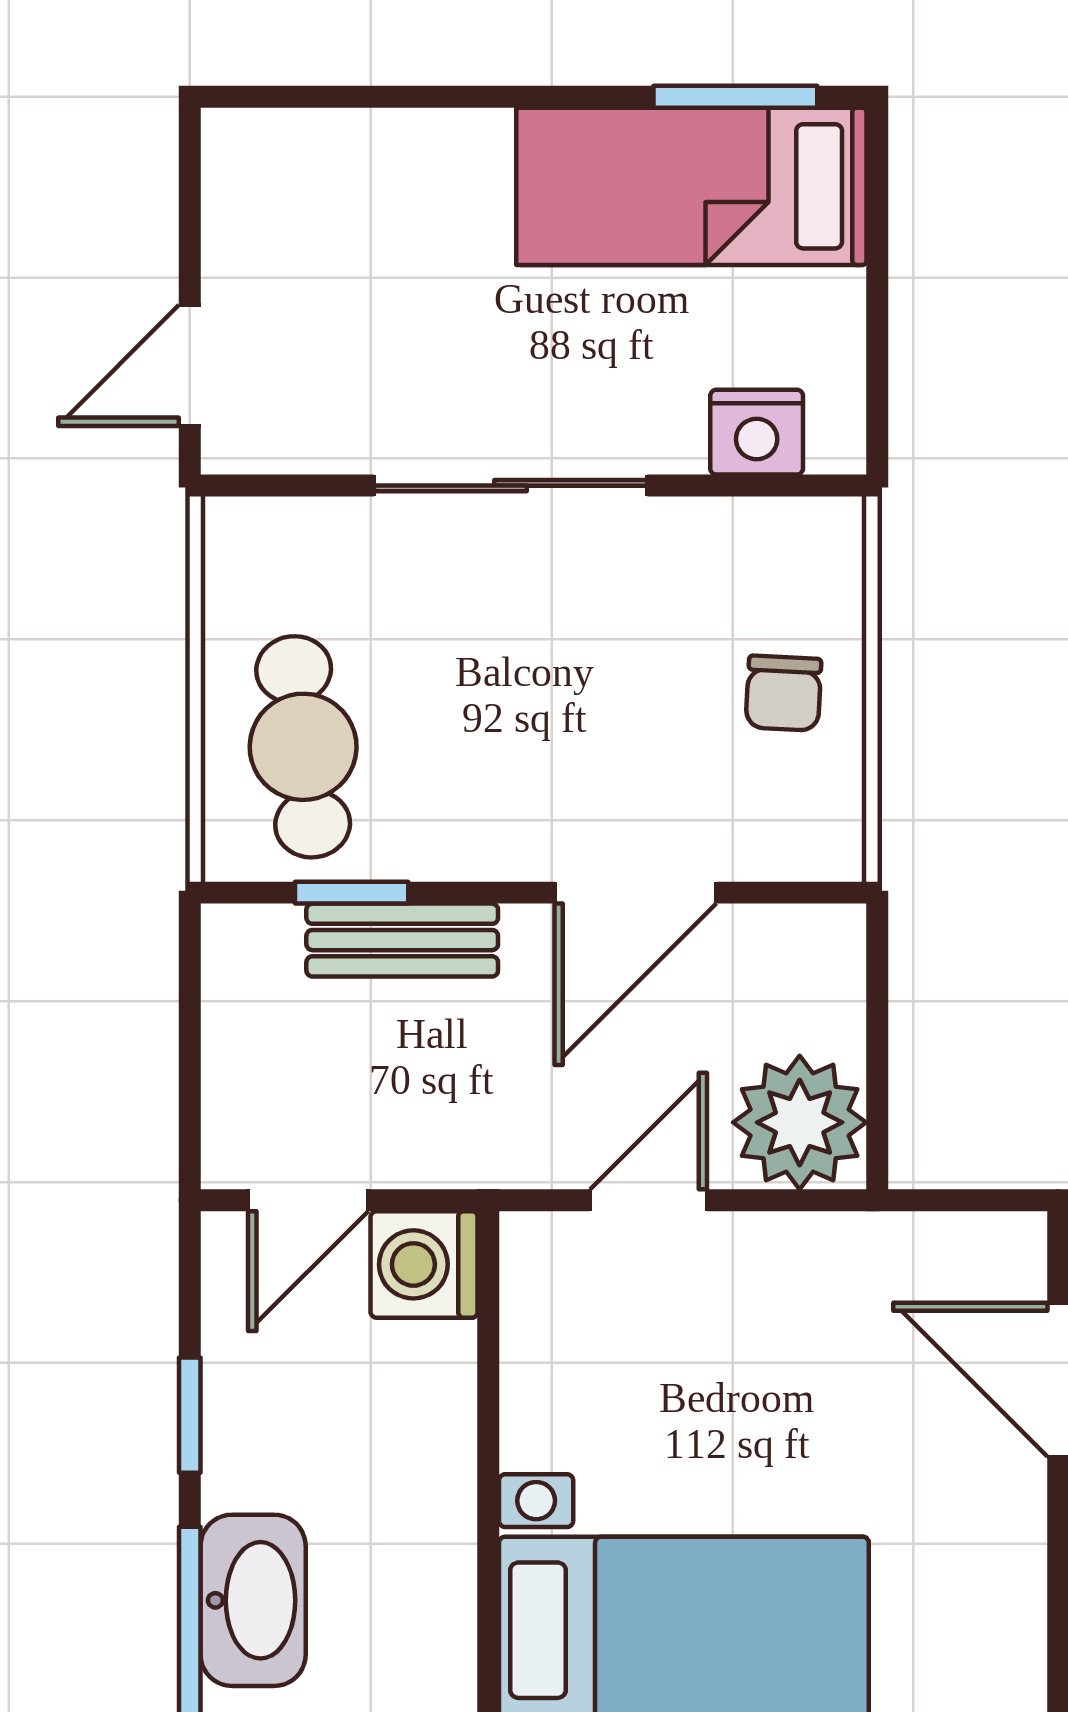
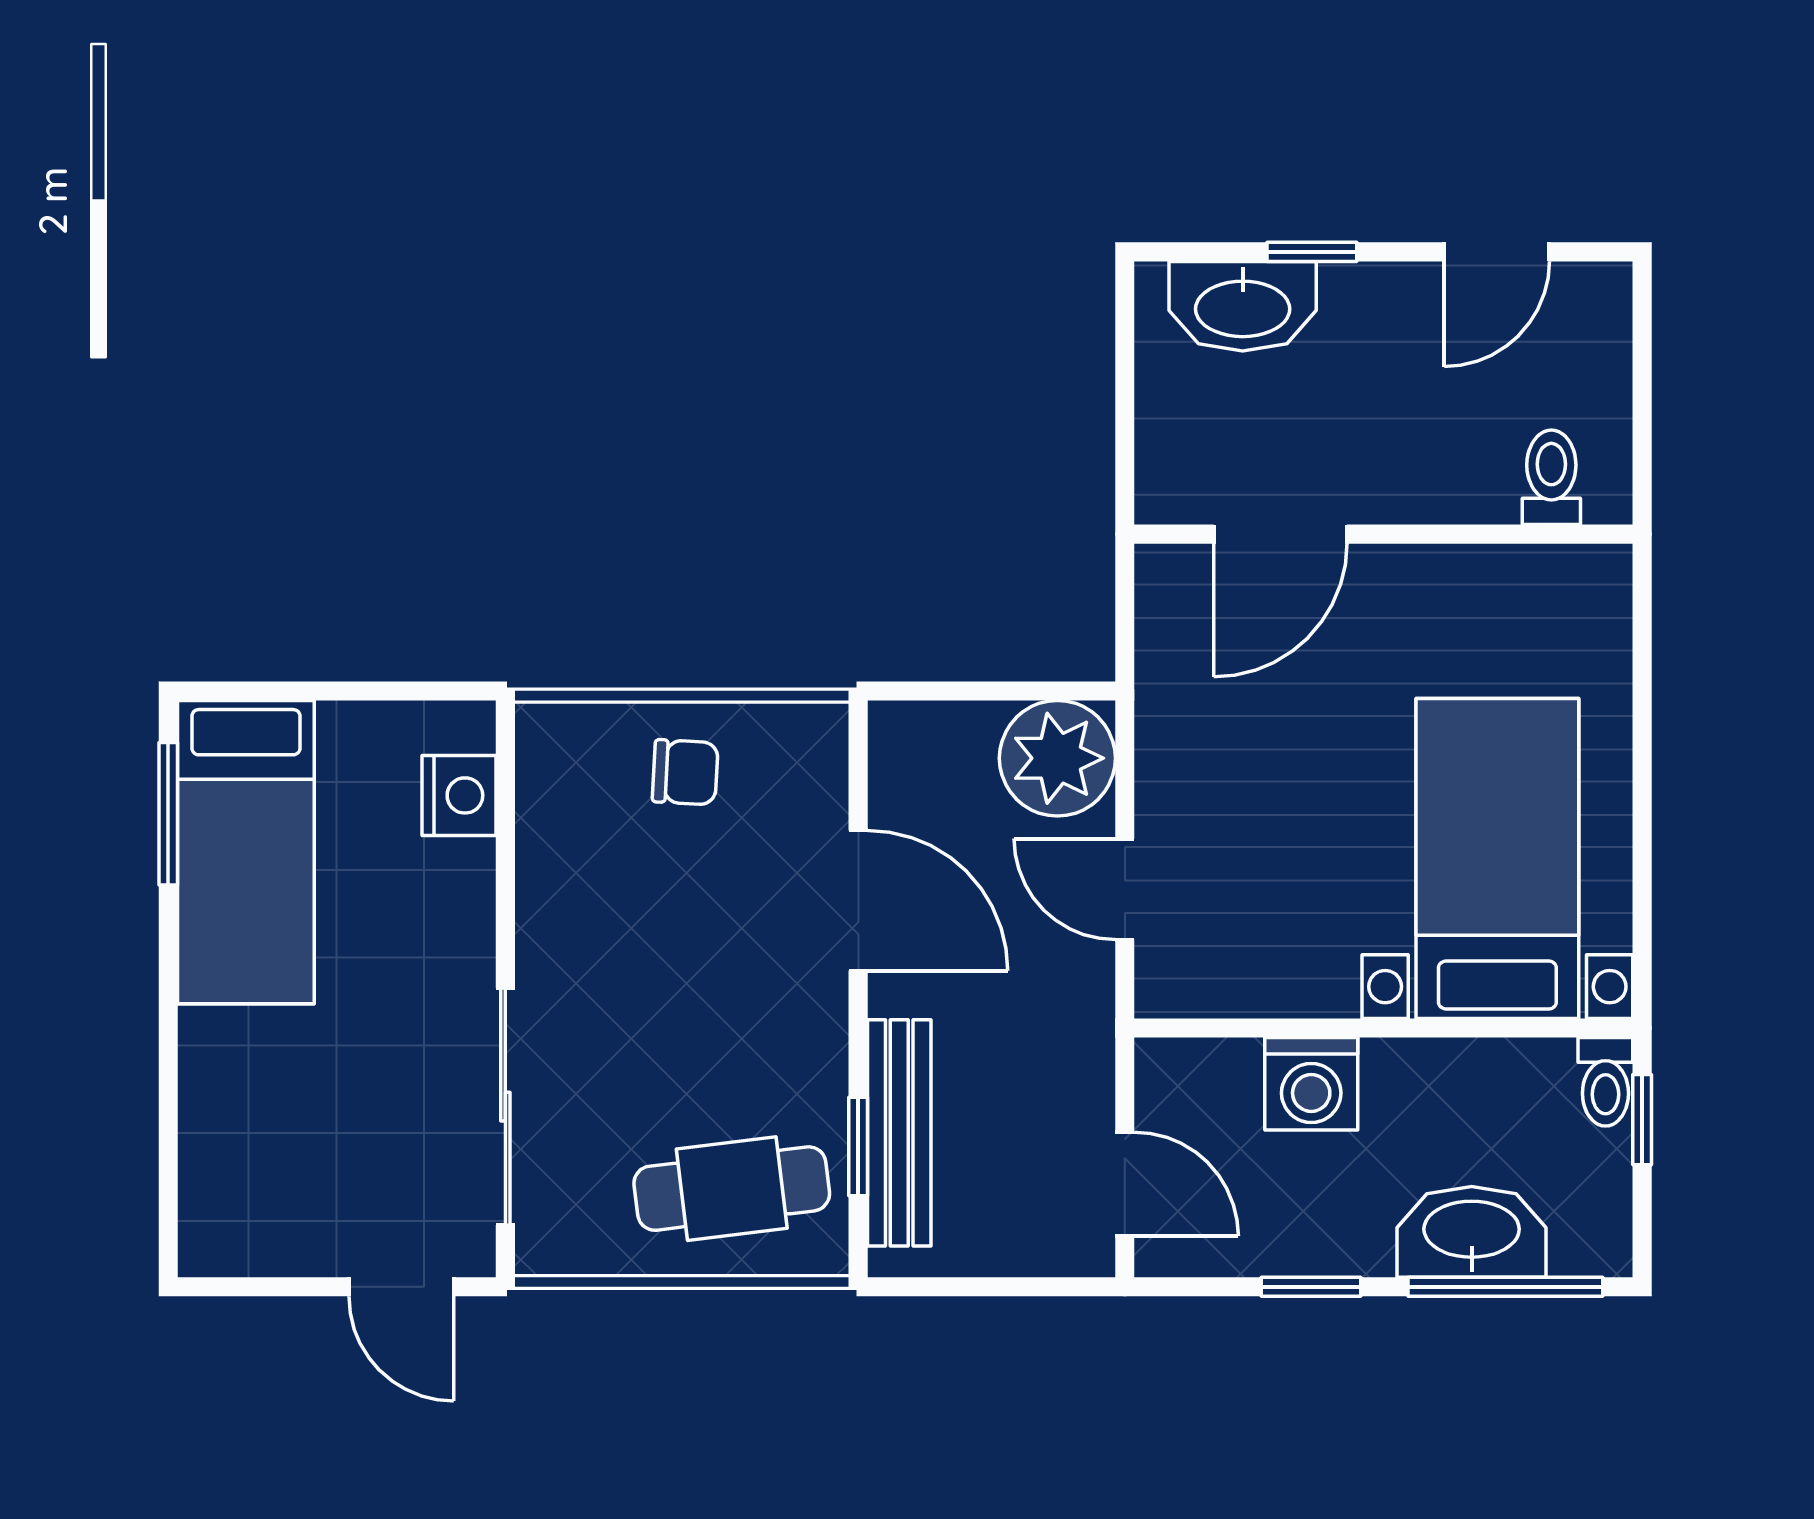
sliding door: (511, 486) -> (505, 1107), moved
bench: (402, 940) -> (899, 1133), width x1.36
washing machine: (424, 1264) -> (1311, 1084), moved

